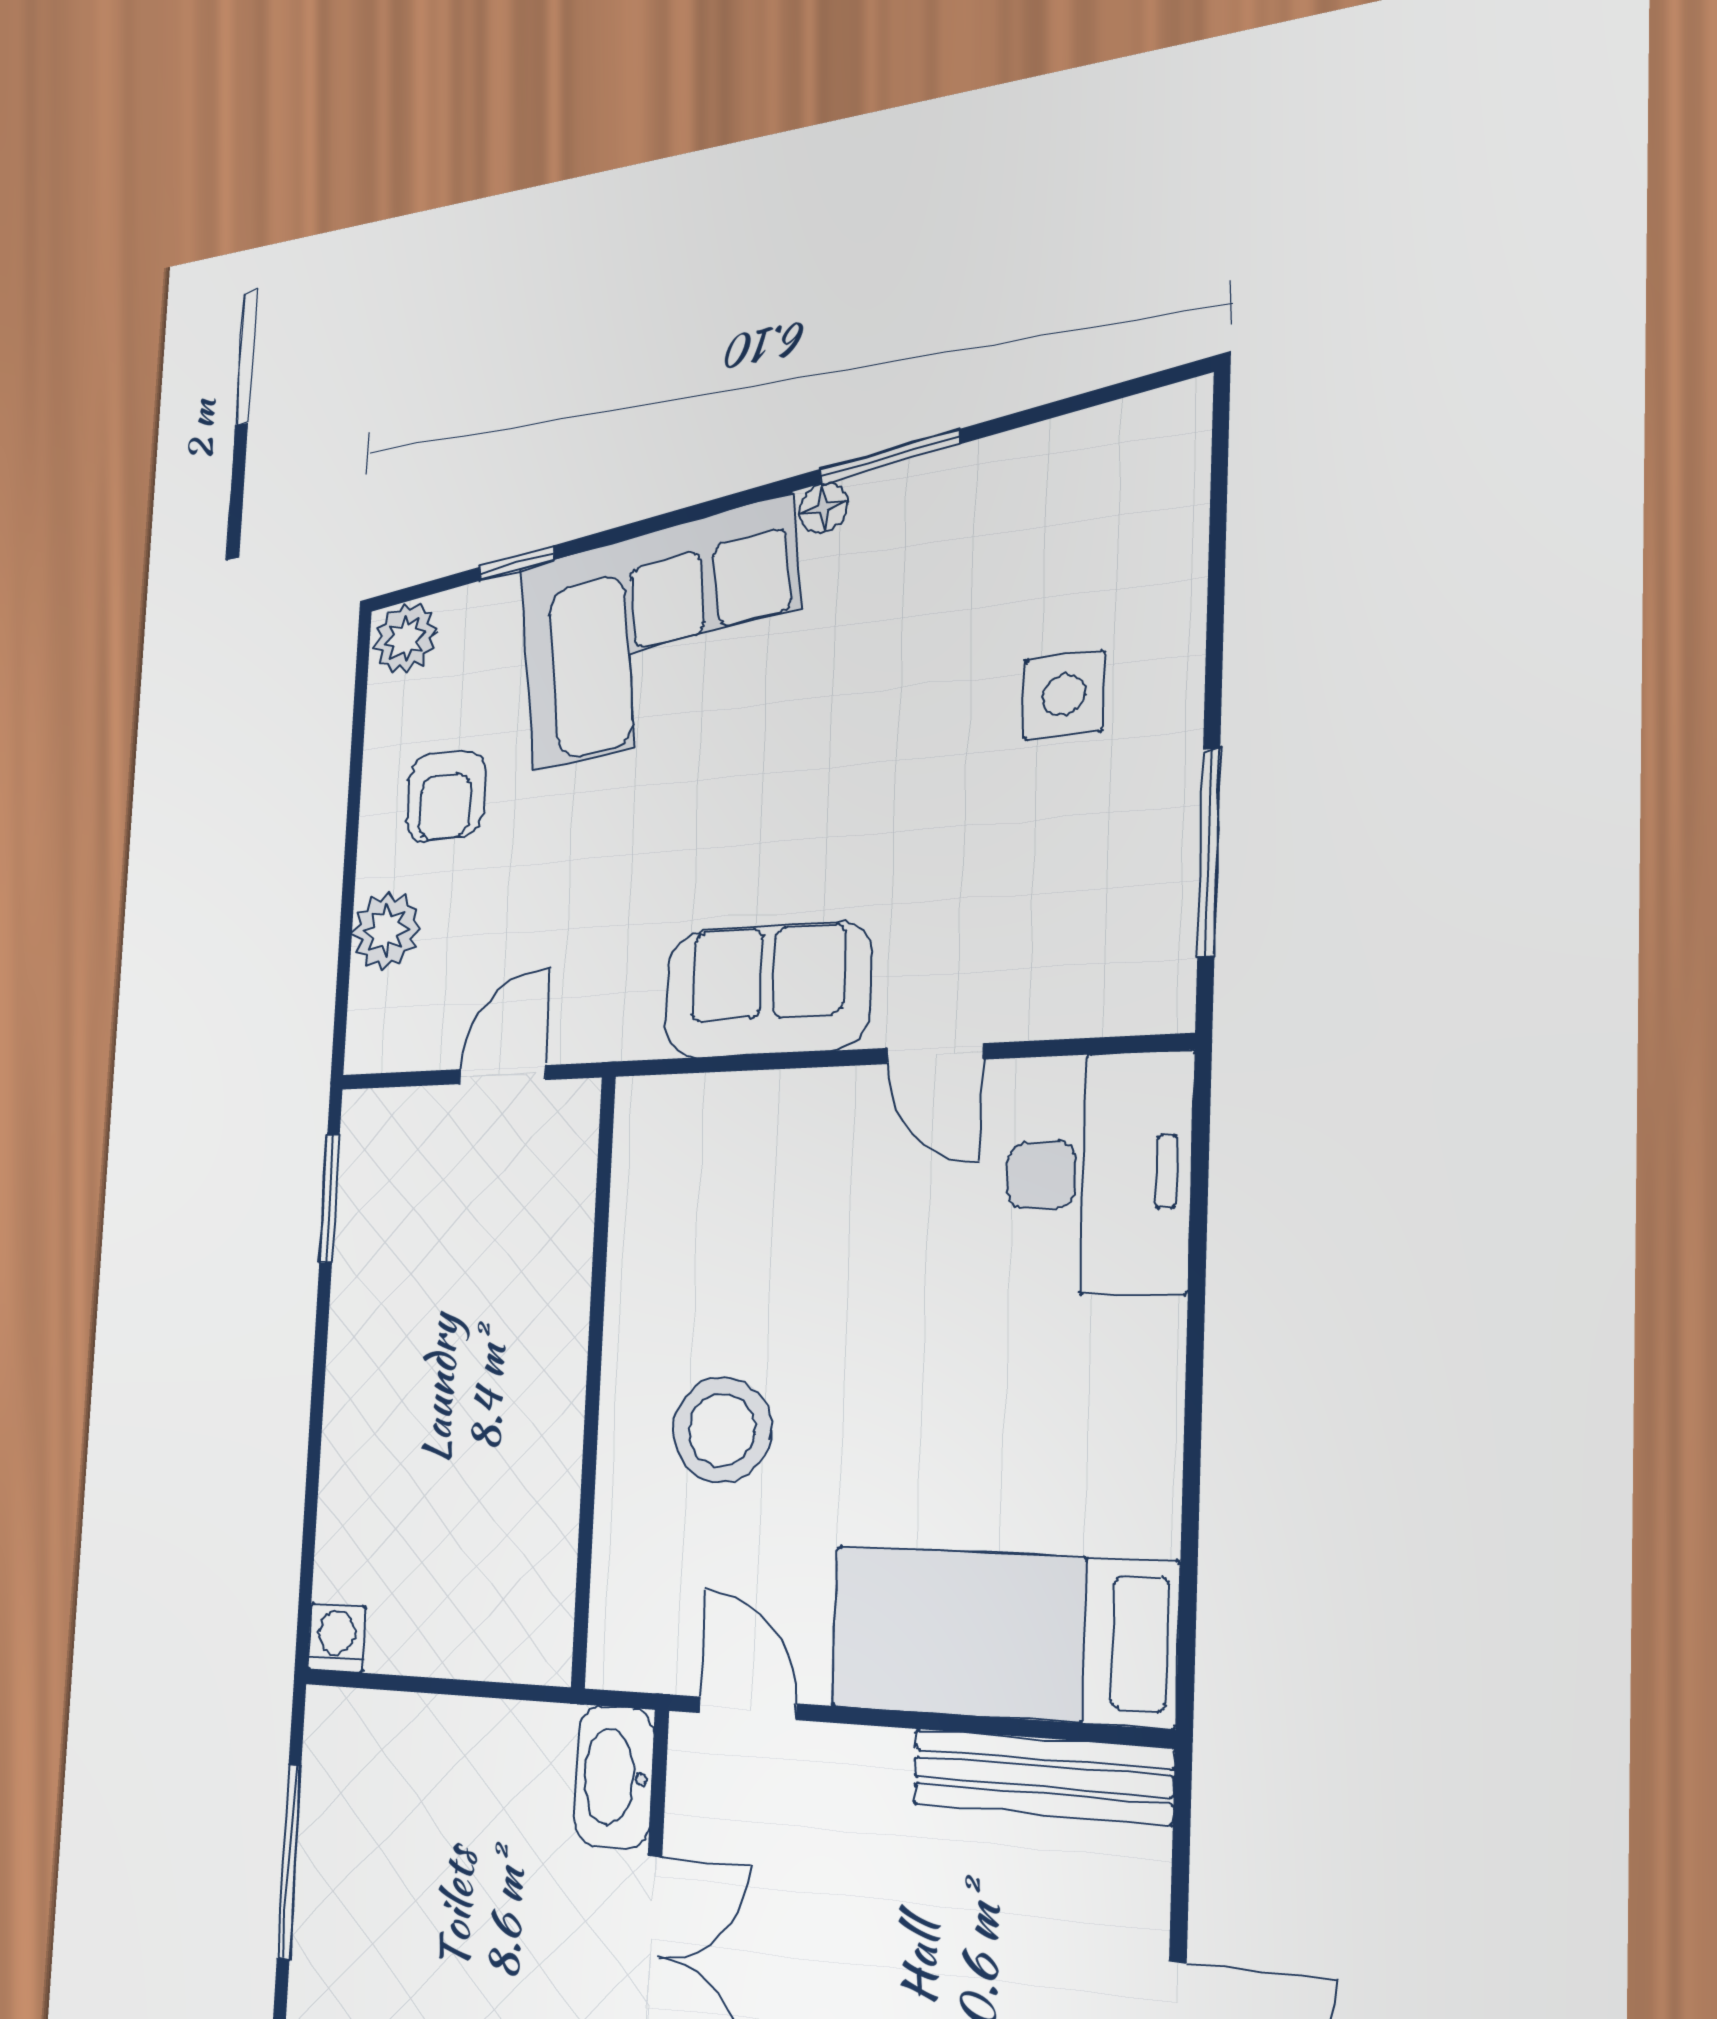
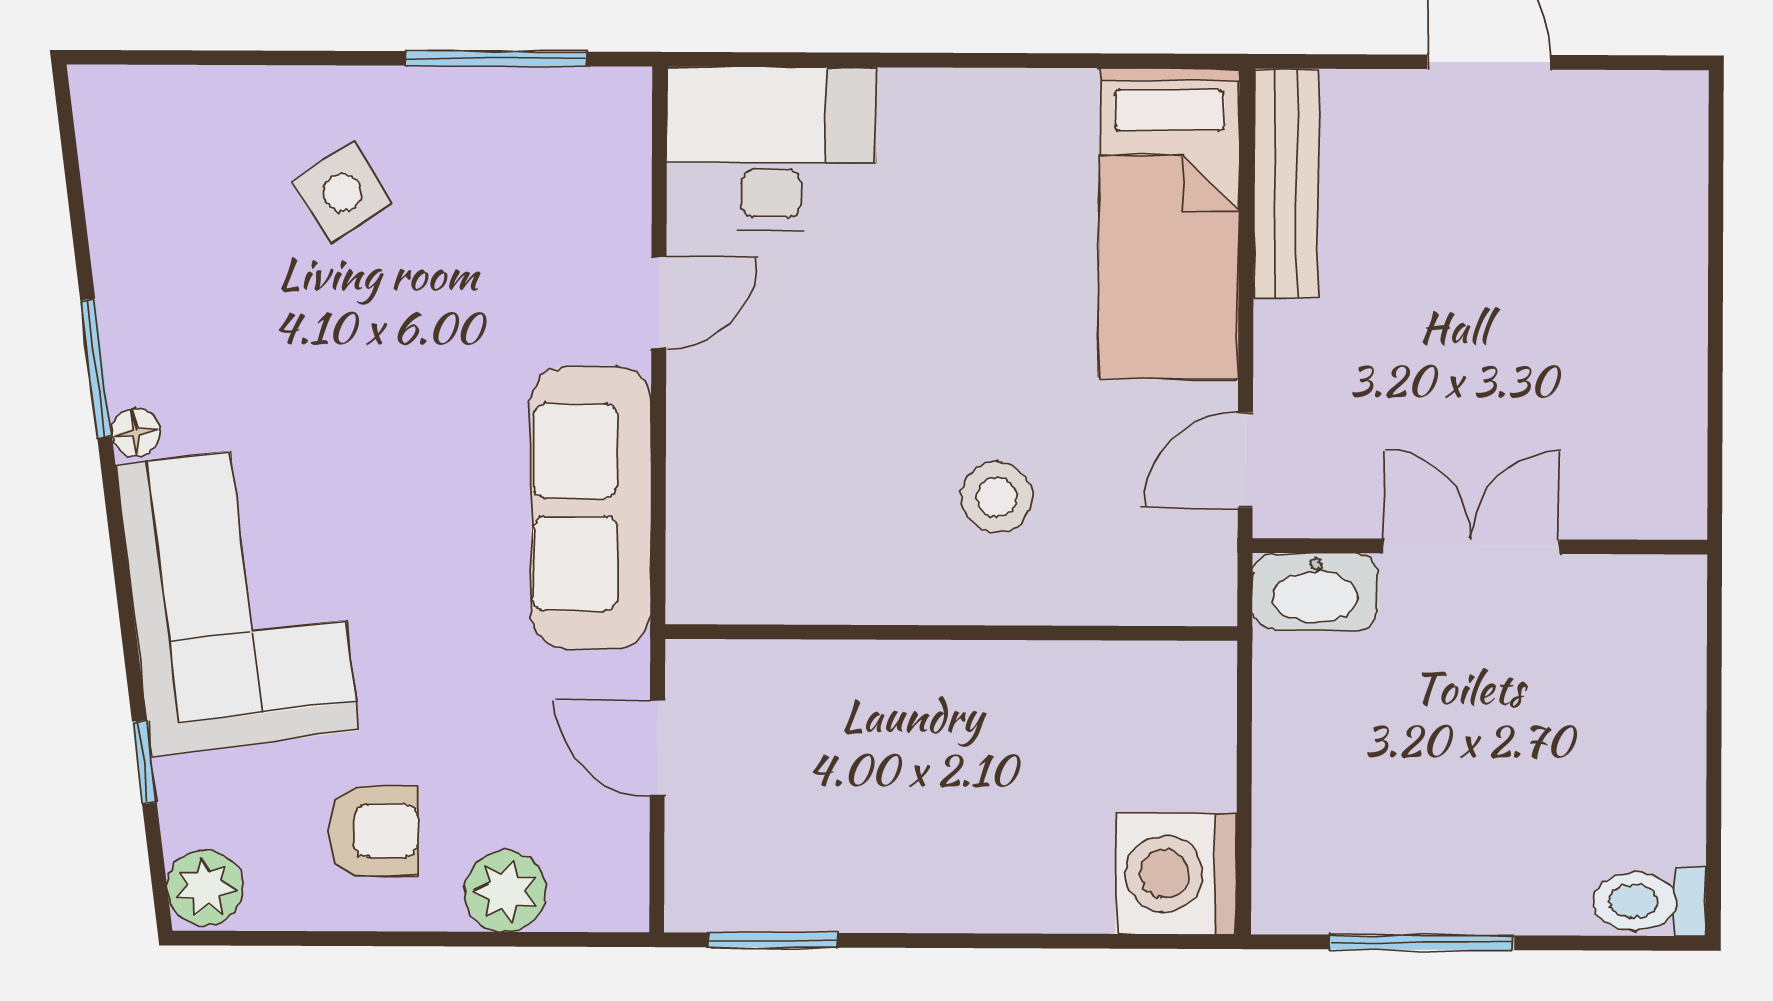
side table: (1064, 695) -> (342, 193), turned -33
sofa: (767, 990) -> (591, 507), width x1.36
stool: (722, 1430) -> (997, 497), width x0.73, depth x0.73
washing machine: (336, 1638) -> (1176, 874), width x1.89, depth x1.89

